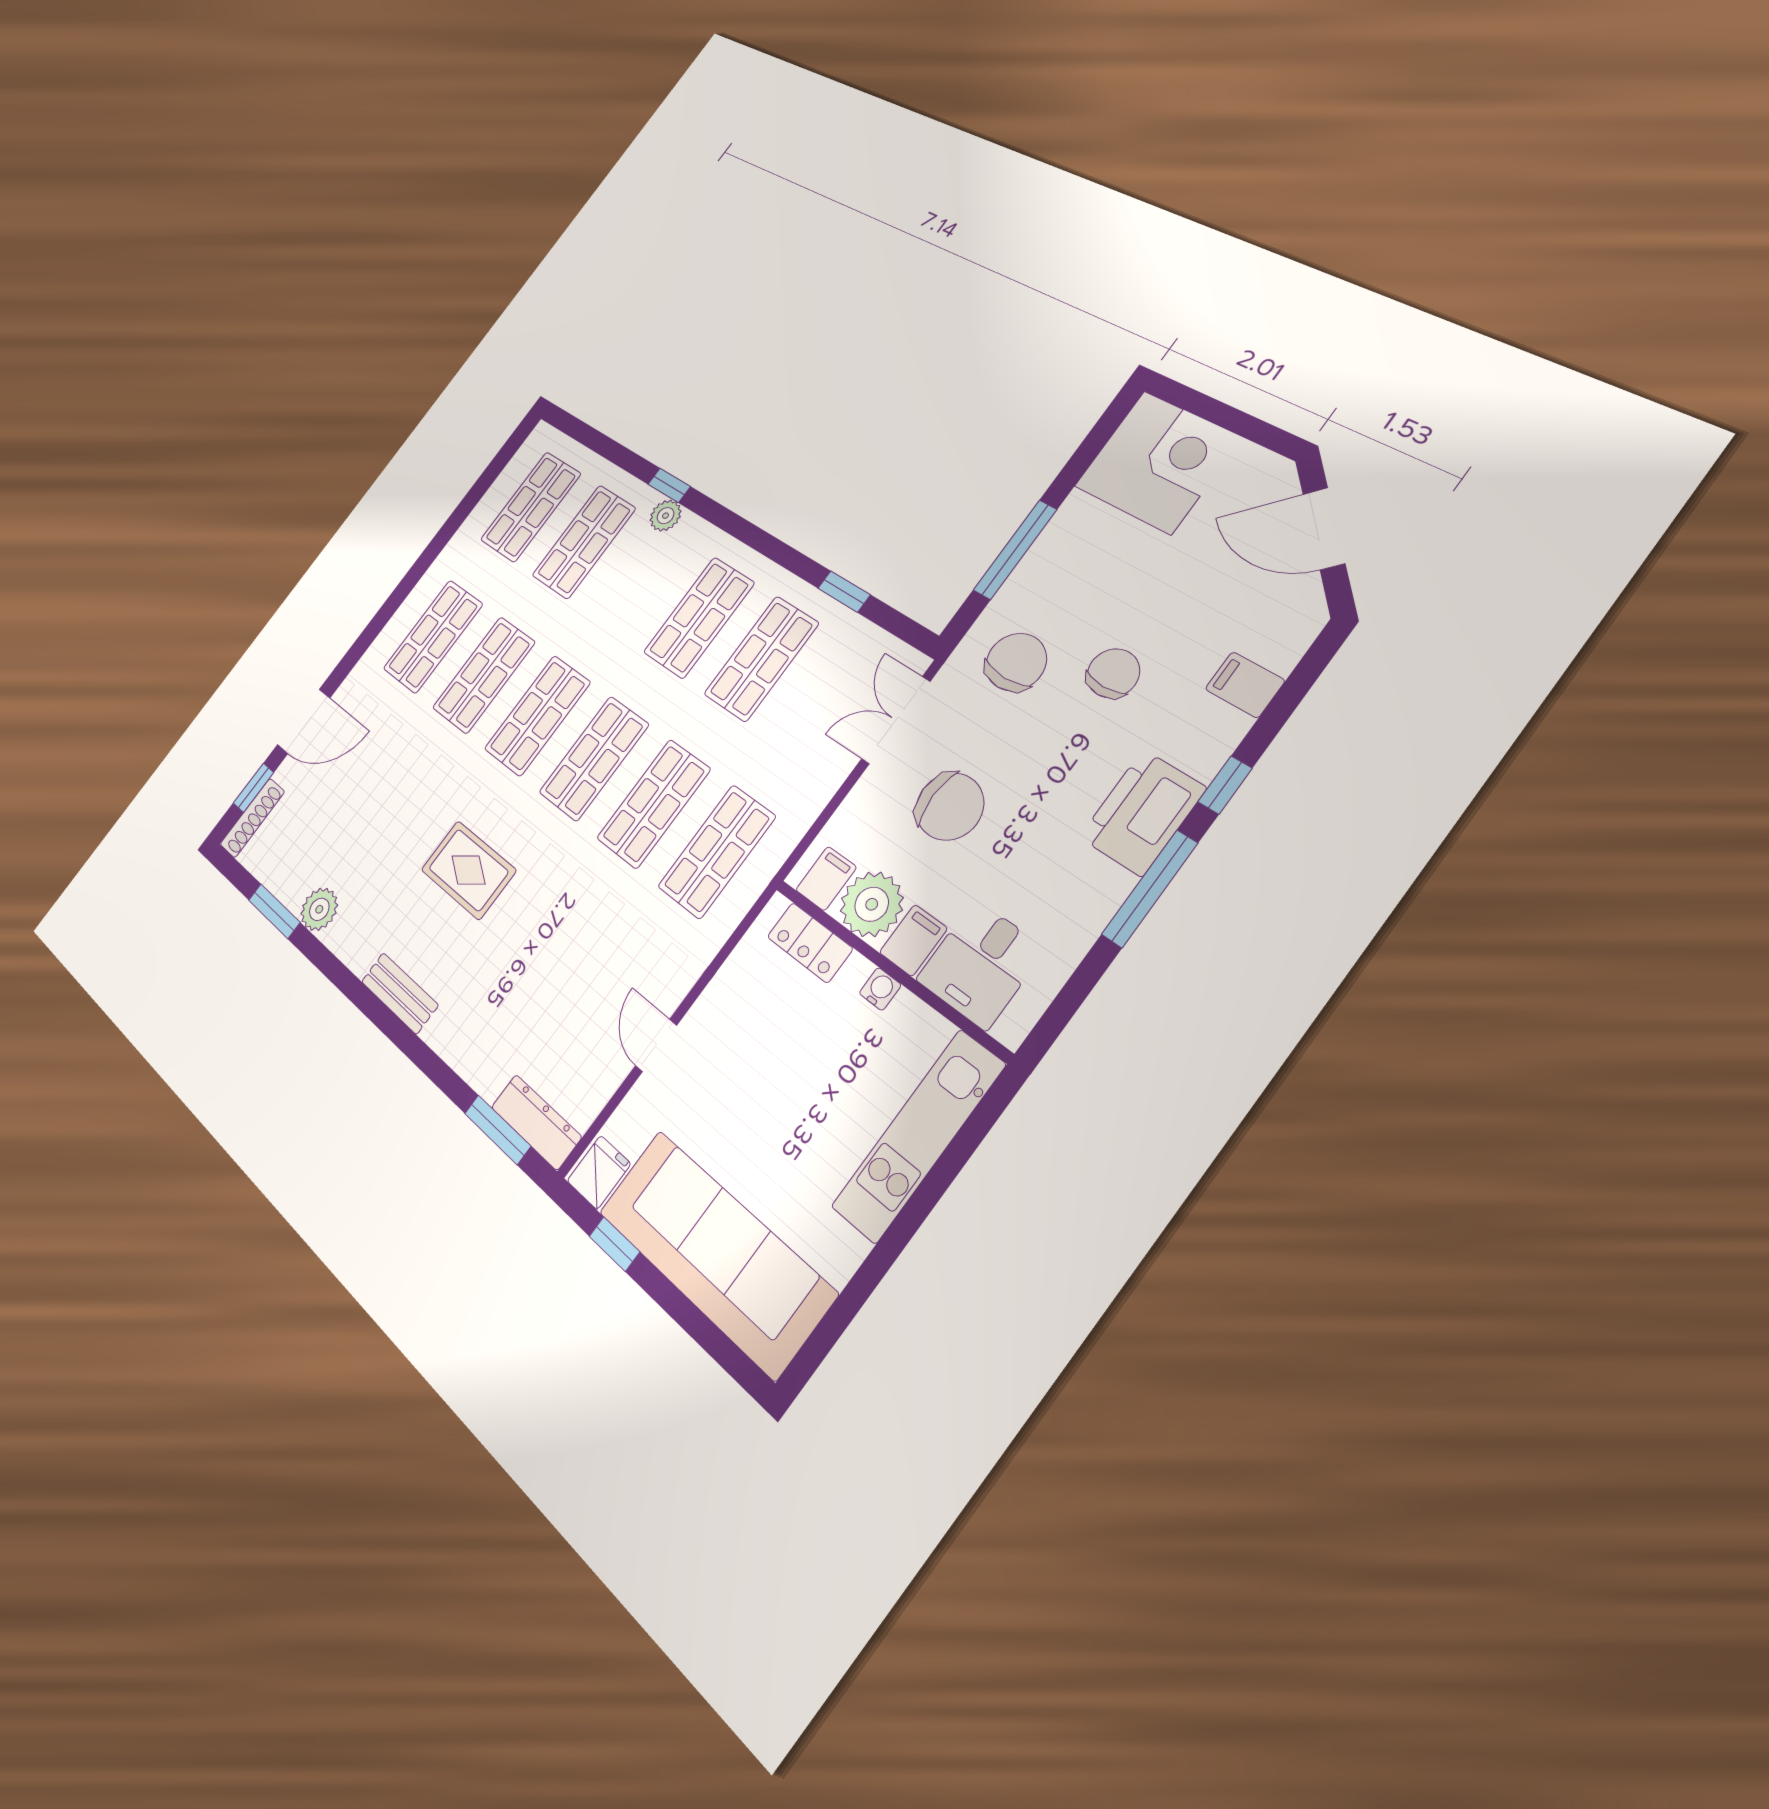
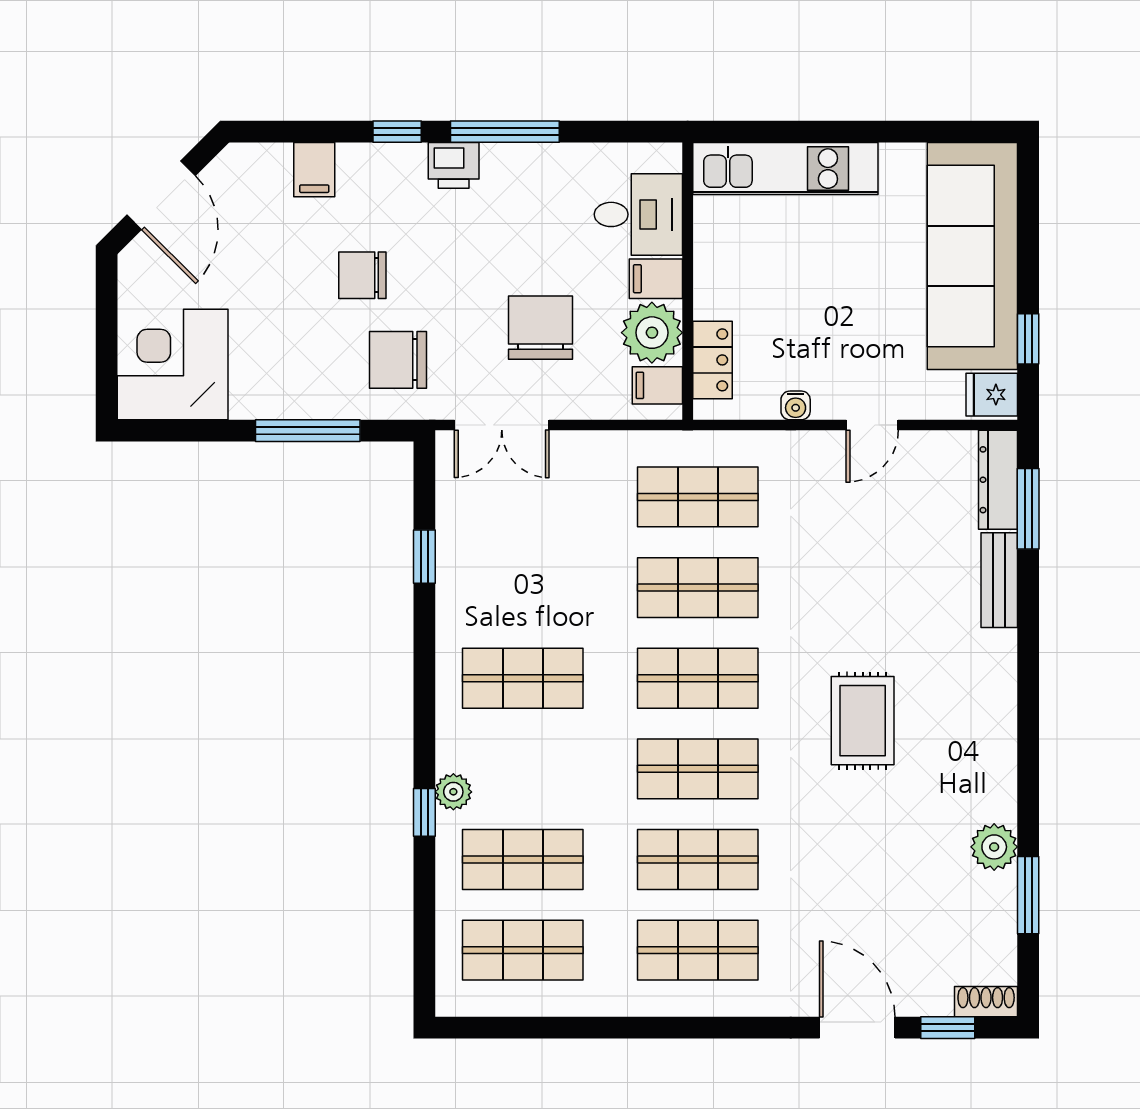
shop shelf: (761, 659) -> (523, 588), removed
printer: (1143, 813) -> (454, 165), width x0.53, depth x0.68
shoe rack: (252, 818) -> (986, 1002), width x0.70
water cooler: (880, 989) -> (796, 405), moved, turned -90
bench: (400, 993) -> (999, 580), moved

